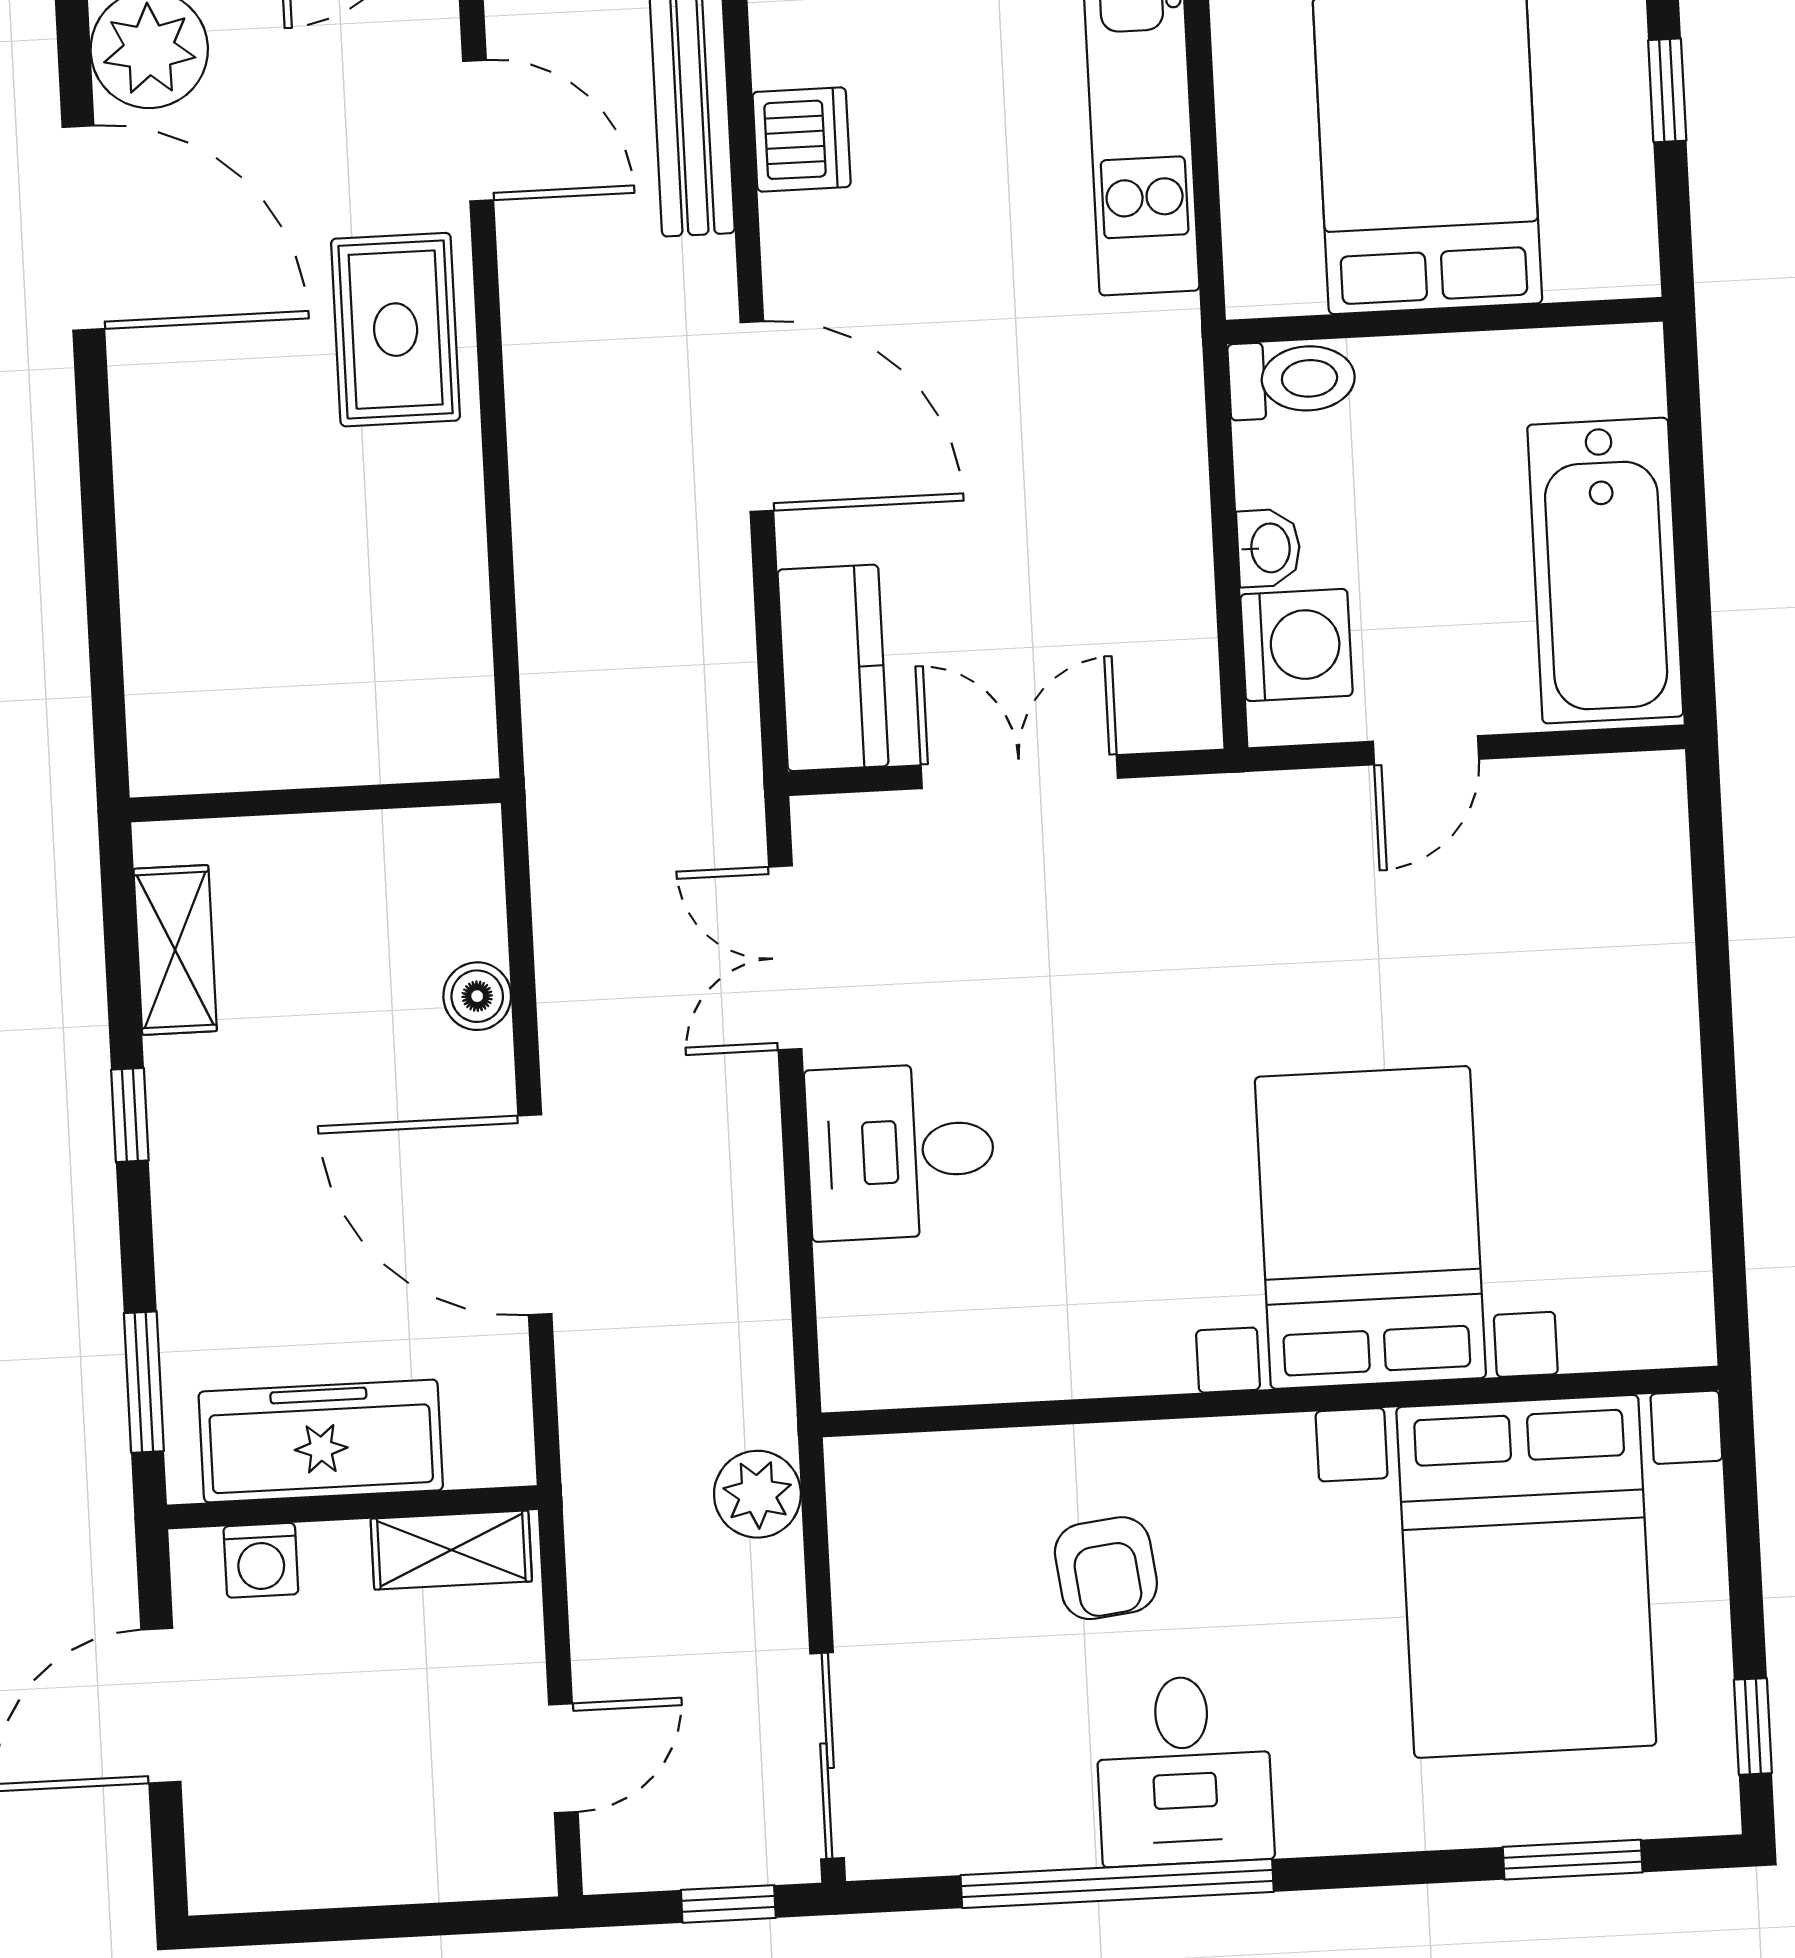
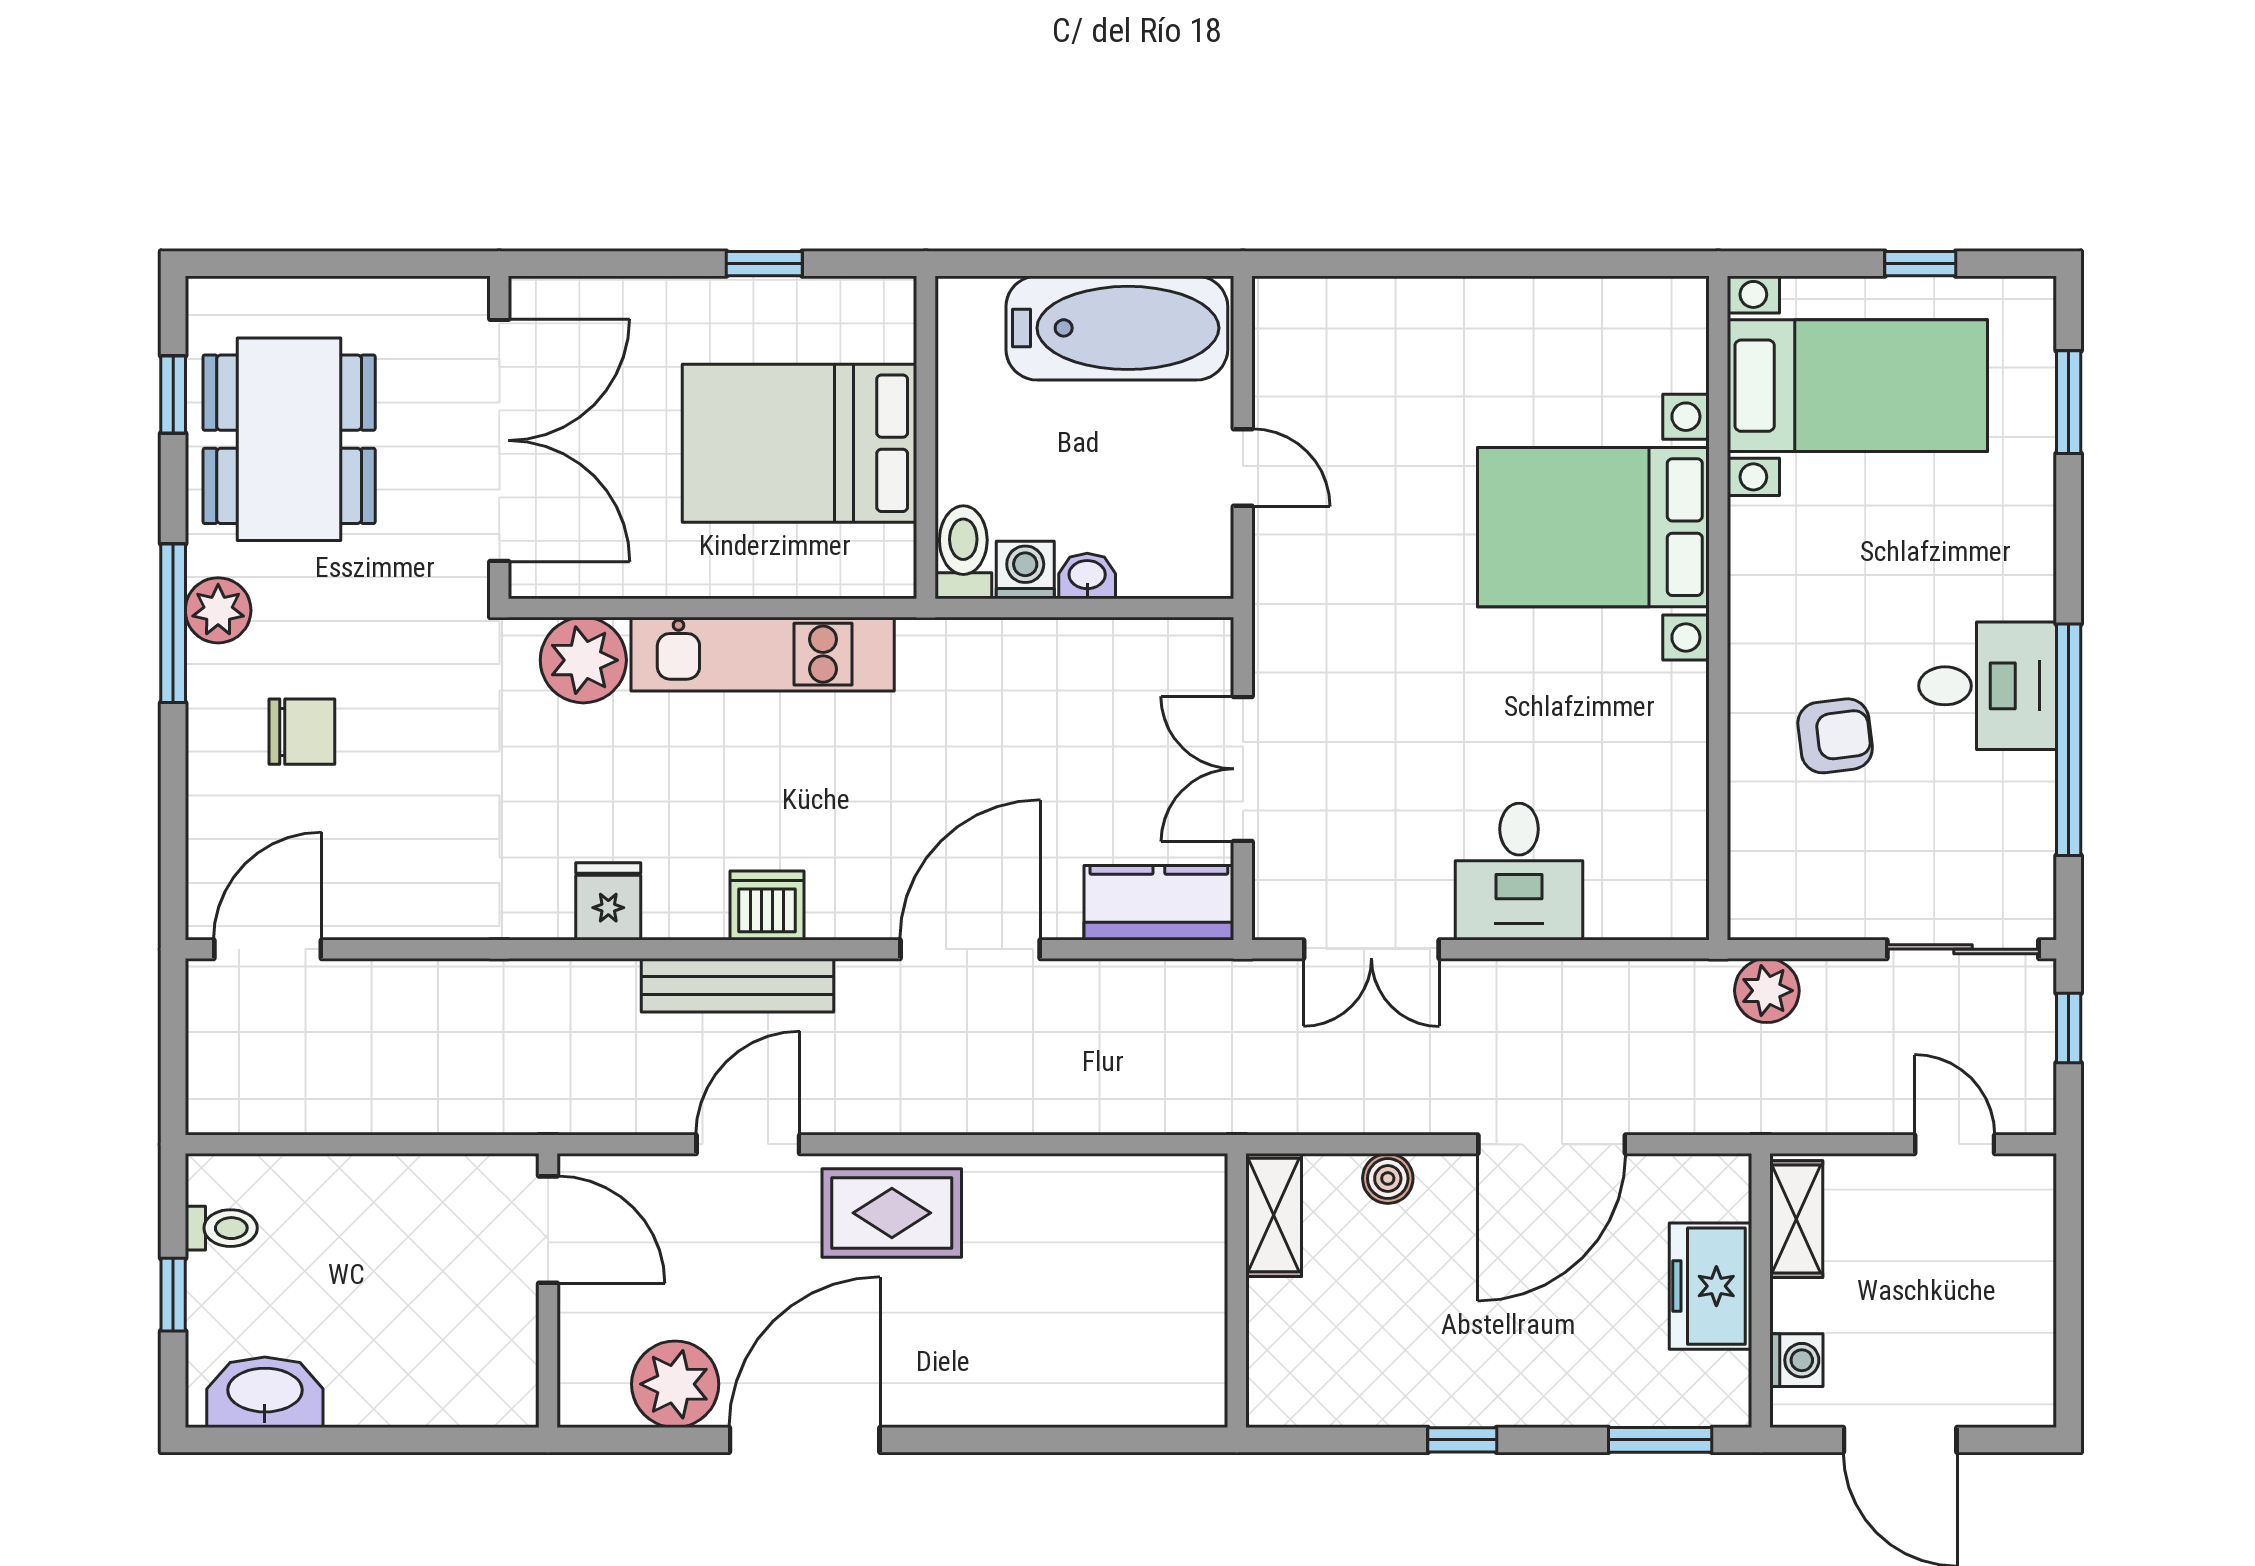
washing machine: (1296, 645) -> (1025, 570), moved, width x0.73, depth x0.73
shelving: (175, 950) -> (1274, 1215), moved, turned 90
freezer: (321, 1441) -> (1711, 1286), width x0.71
bed with nightstands: (1526, 1576) -> (1857, 386), width x0.73
window: (1753, 1726) -> (1920, 264), moved

